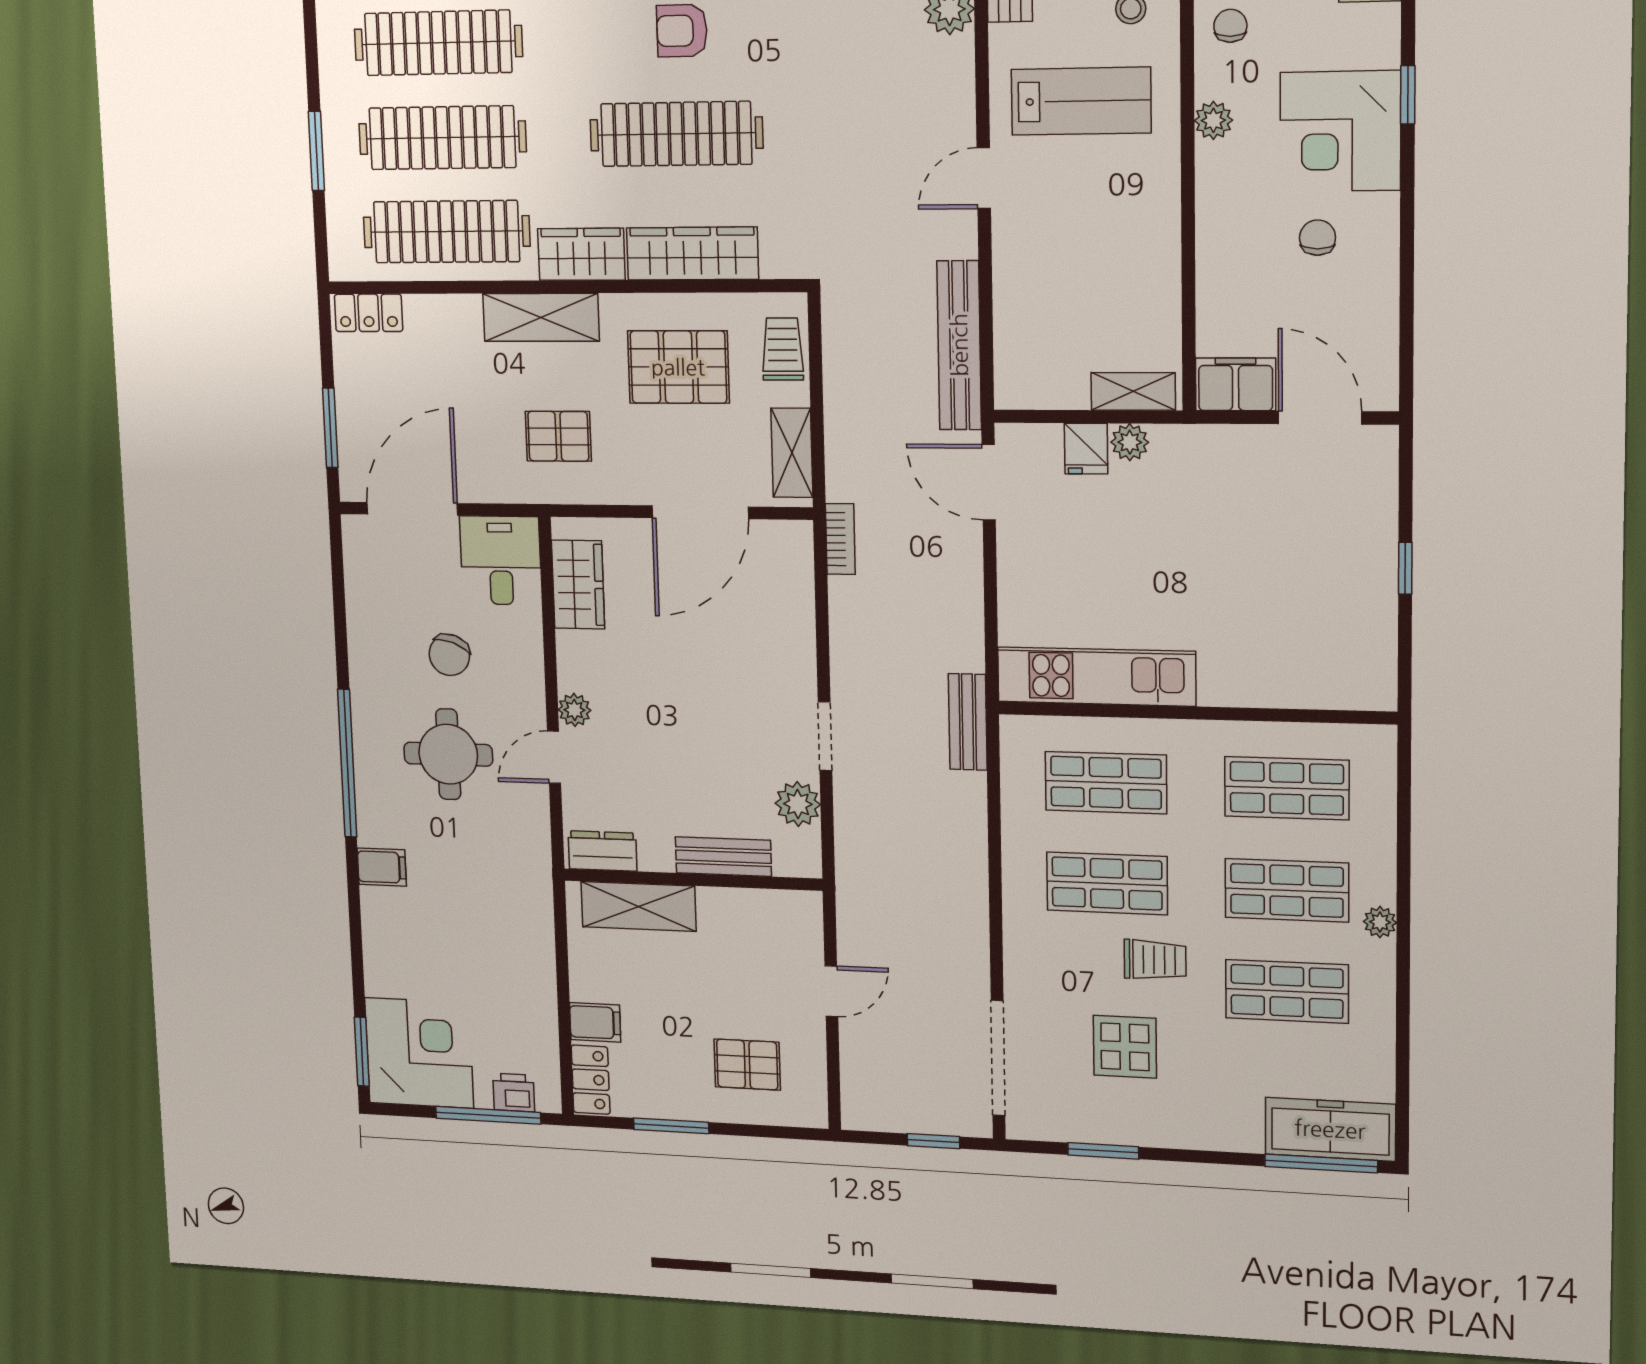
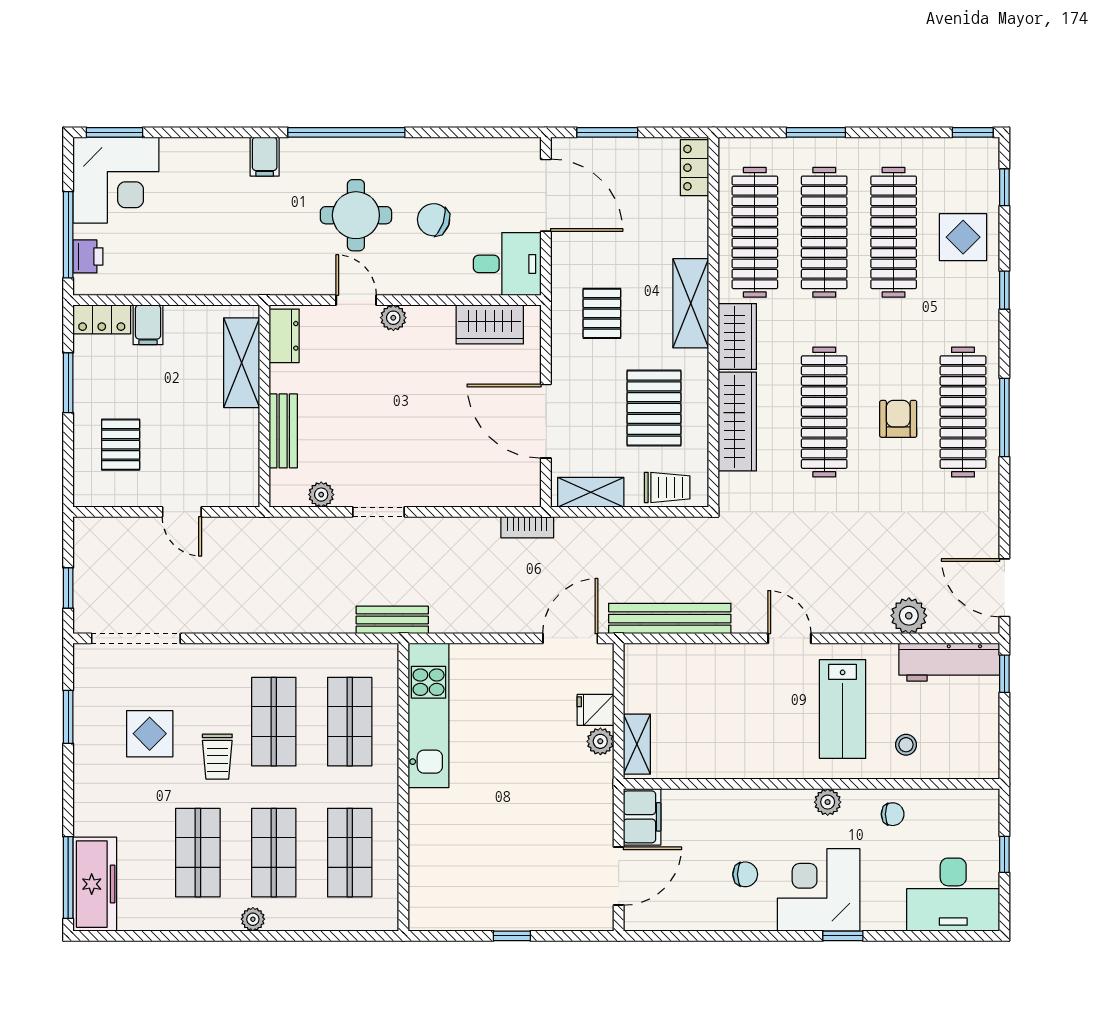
plant: (798, 804) -> (321, 495), width x0.73, depth x0.73

